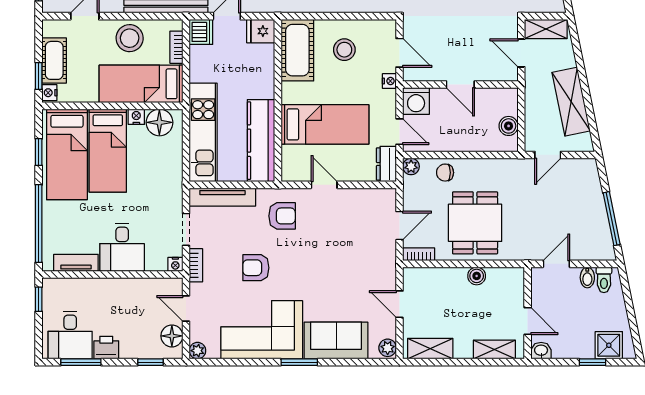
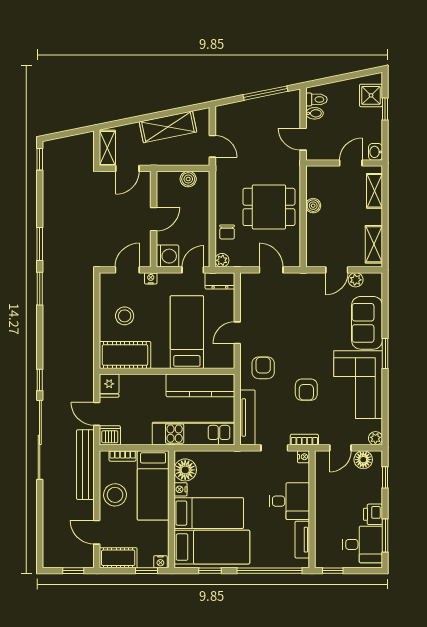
cot: (54, 60) -> (118, 558), moved
bookcase: (419, 254) -> (295, 254), removed
plant: (388, 348) -> (356, 280), moved

